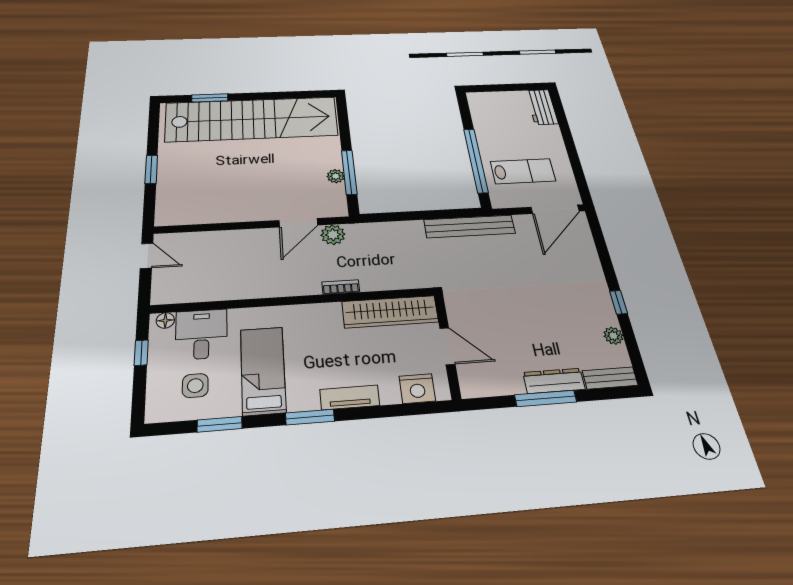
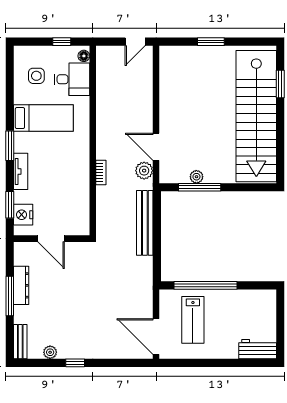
bench: (470, 226) -> (145, 223), moved
wardrobe: (390, 312) -> (79, 204), removed
door: (447, 346) -> (51, 239), hinge flipped
dresser: (554, 381) -> (21, 285), moved
window: (220, 424) -> (10, 205), moved

